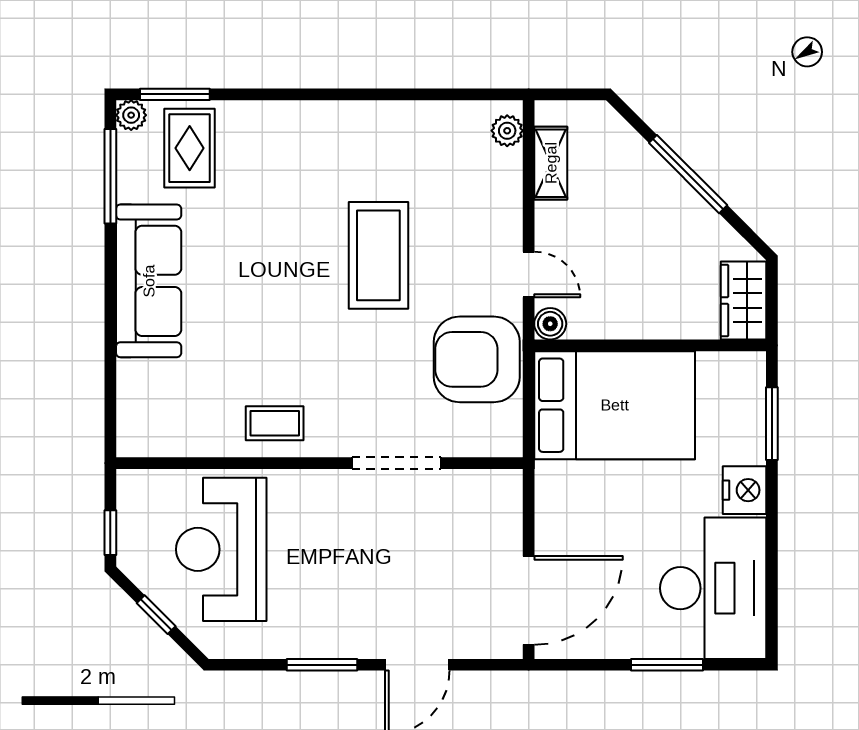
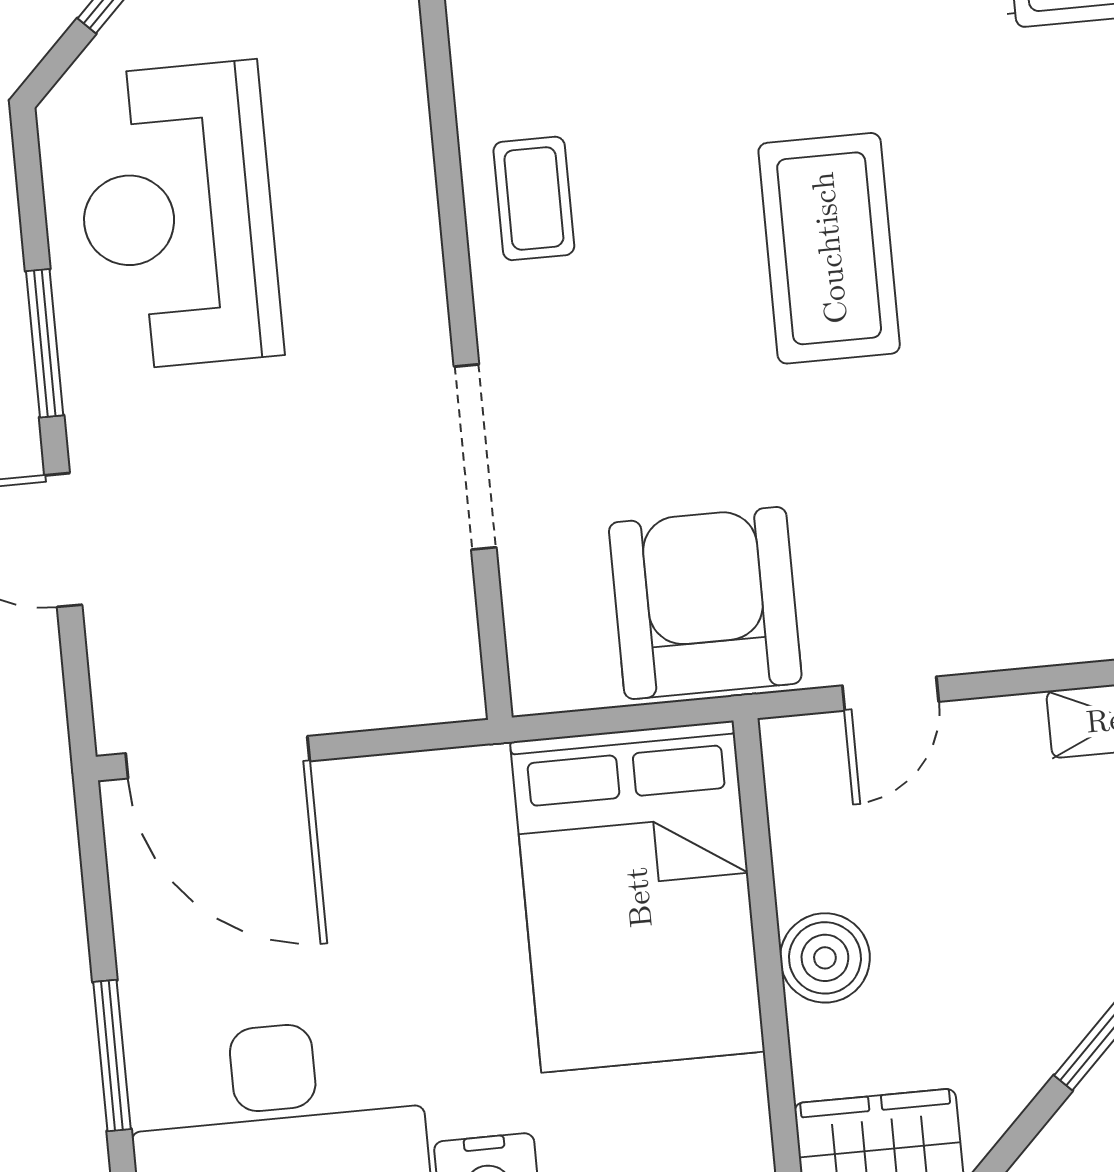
coffee table: (378, 255) -> (829, 248), moved, turned 90
boiler: (550, 324) -> (825, 958), moved, width x1.36, depth x1.36
reception desk: (221, 549) -> (178, 216), moved, turned -90

